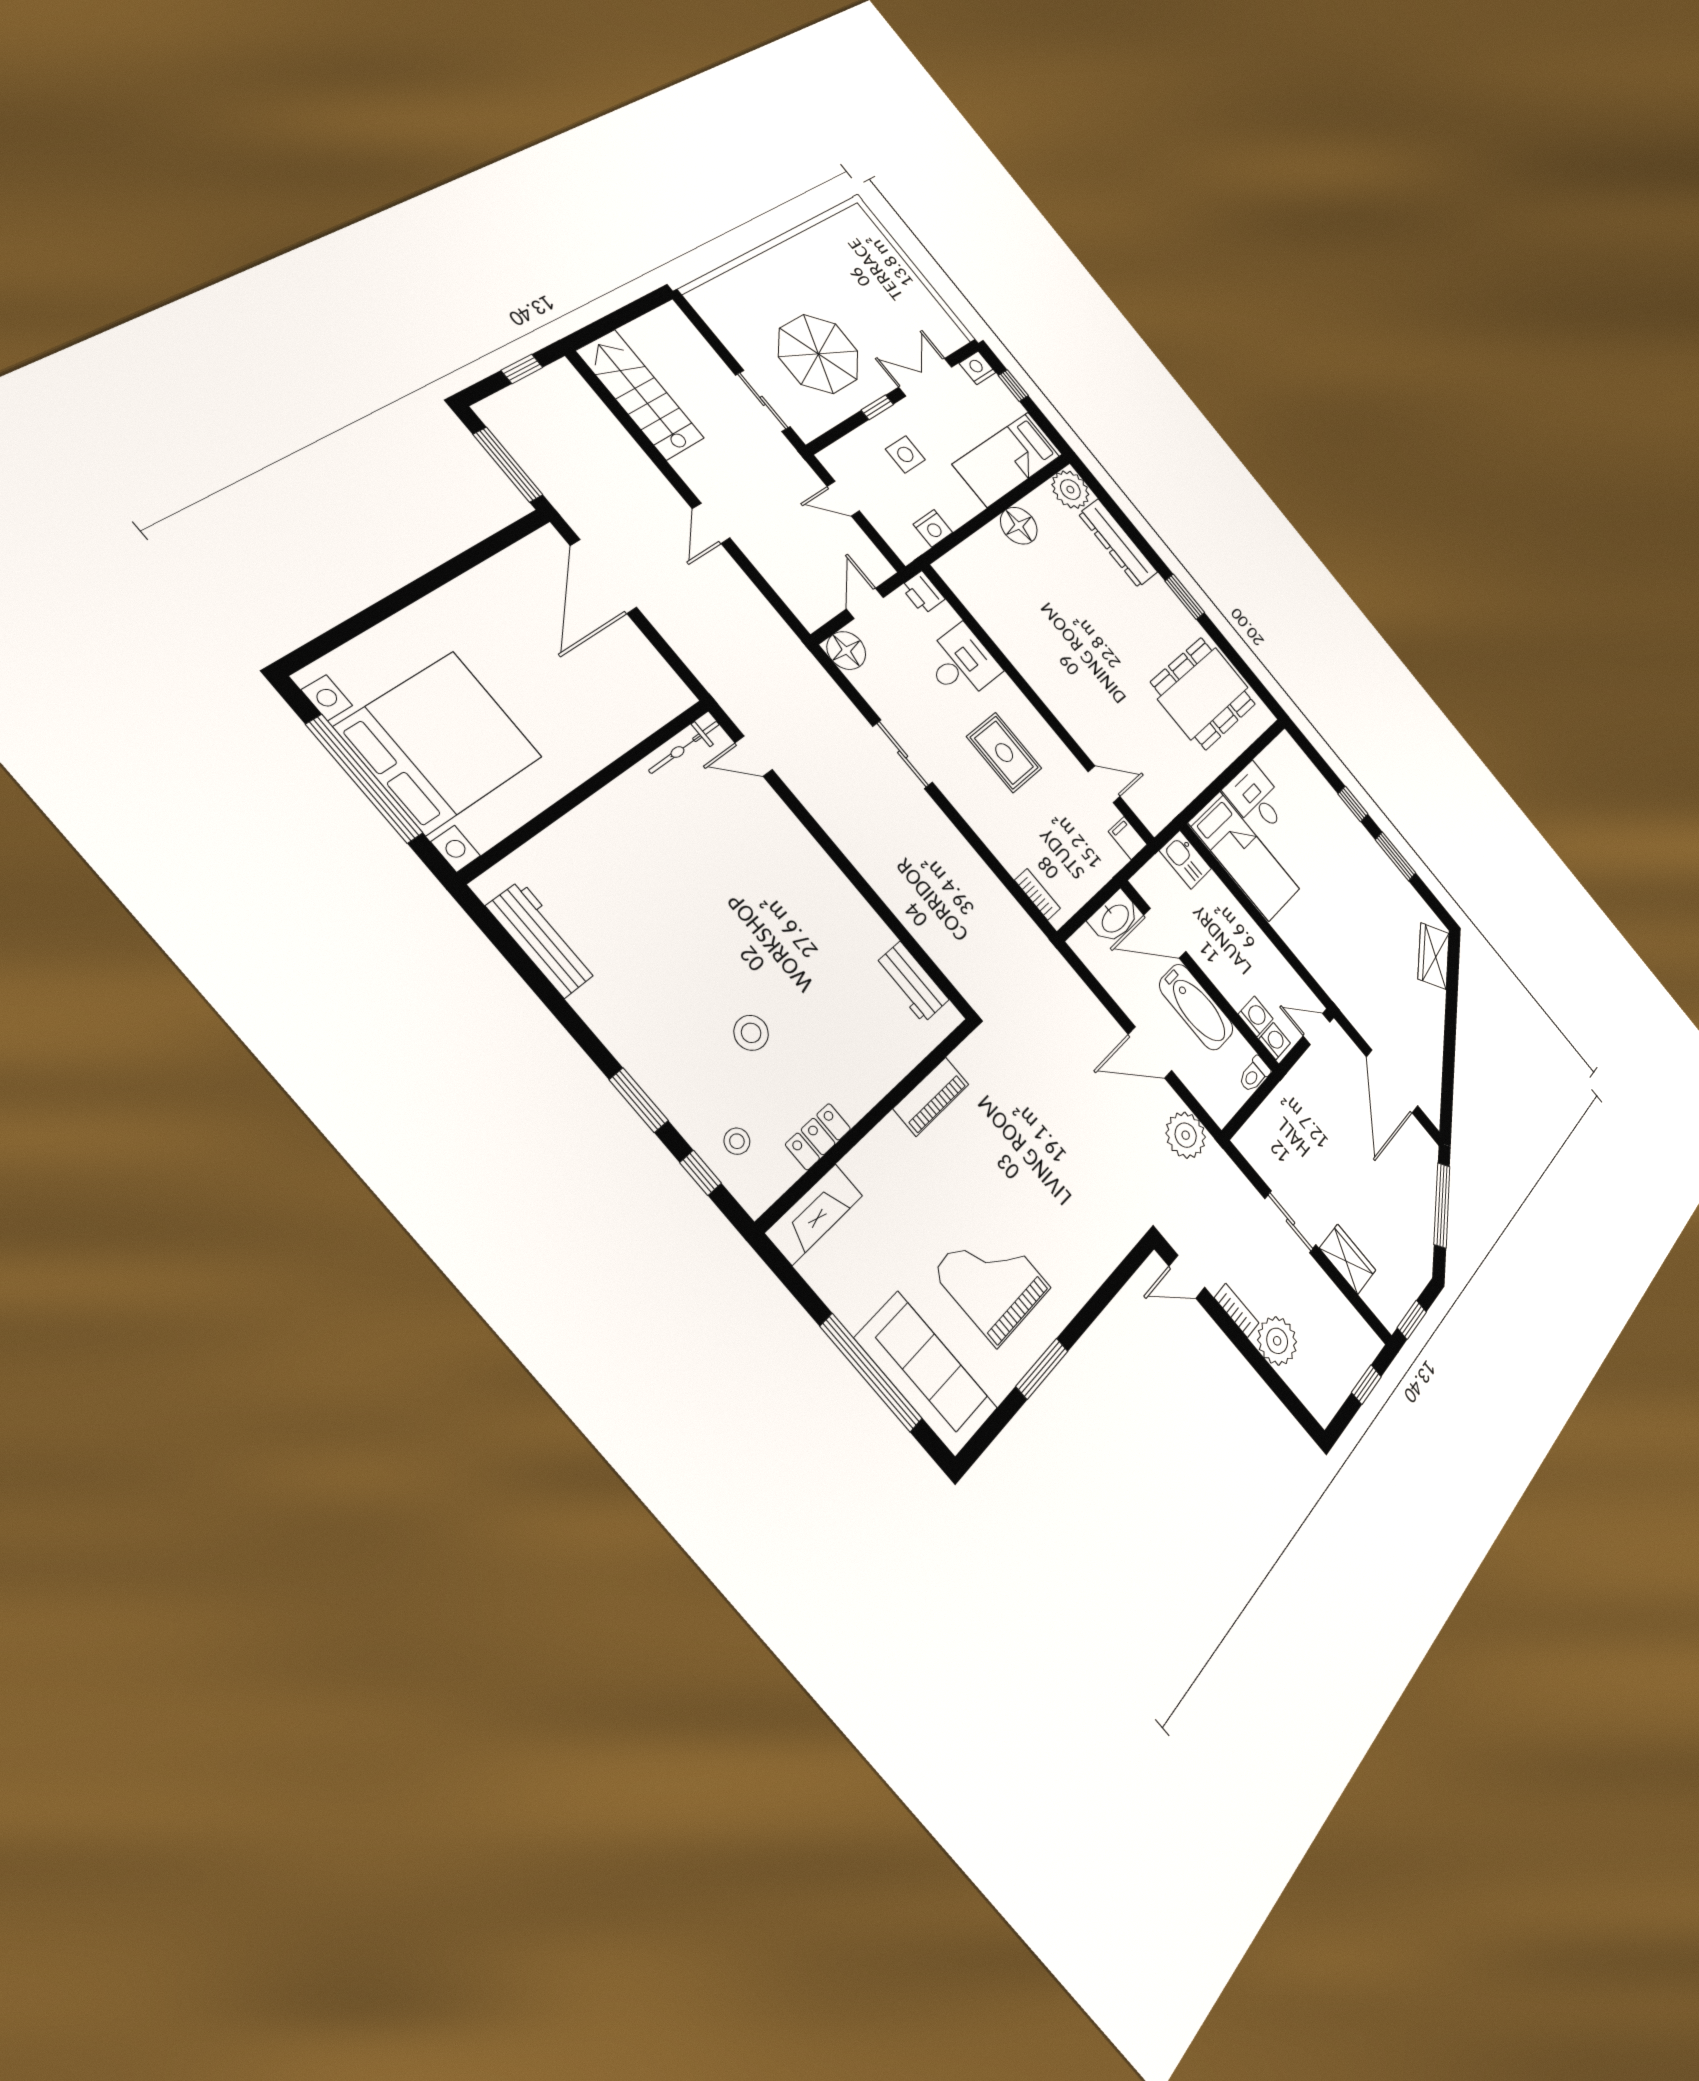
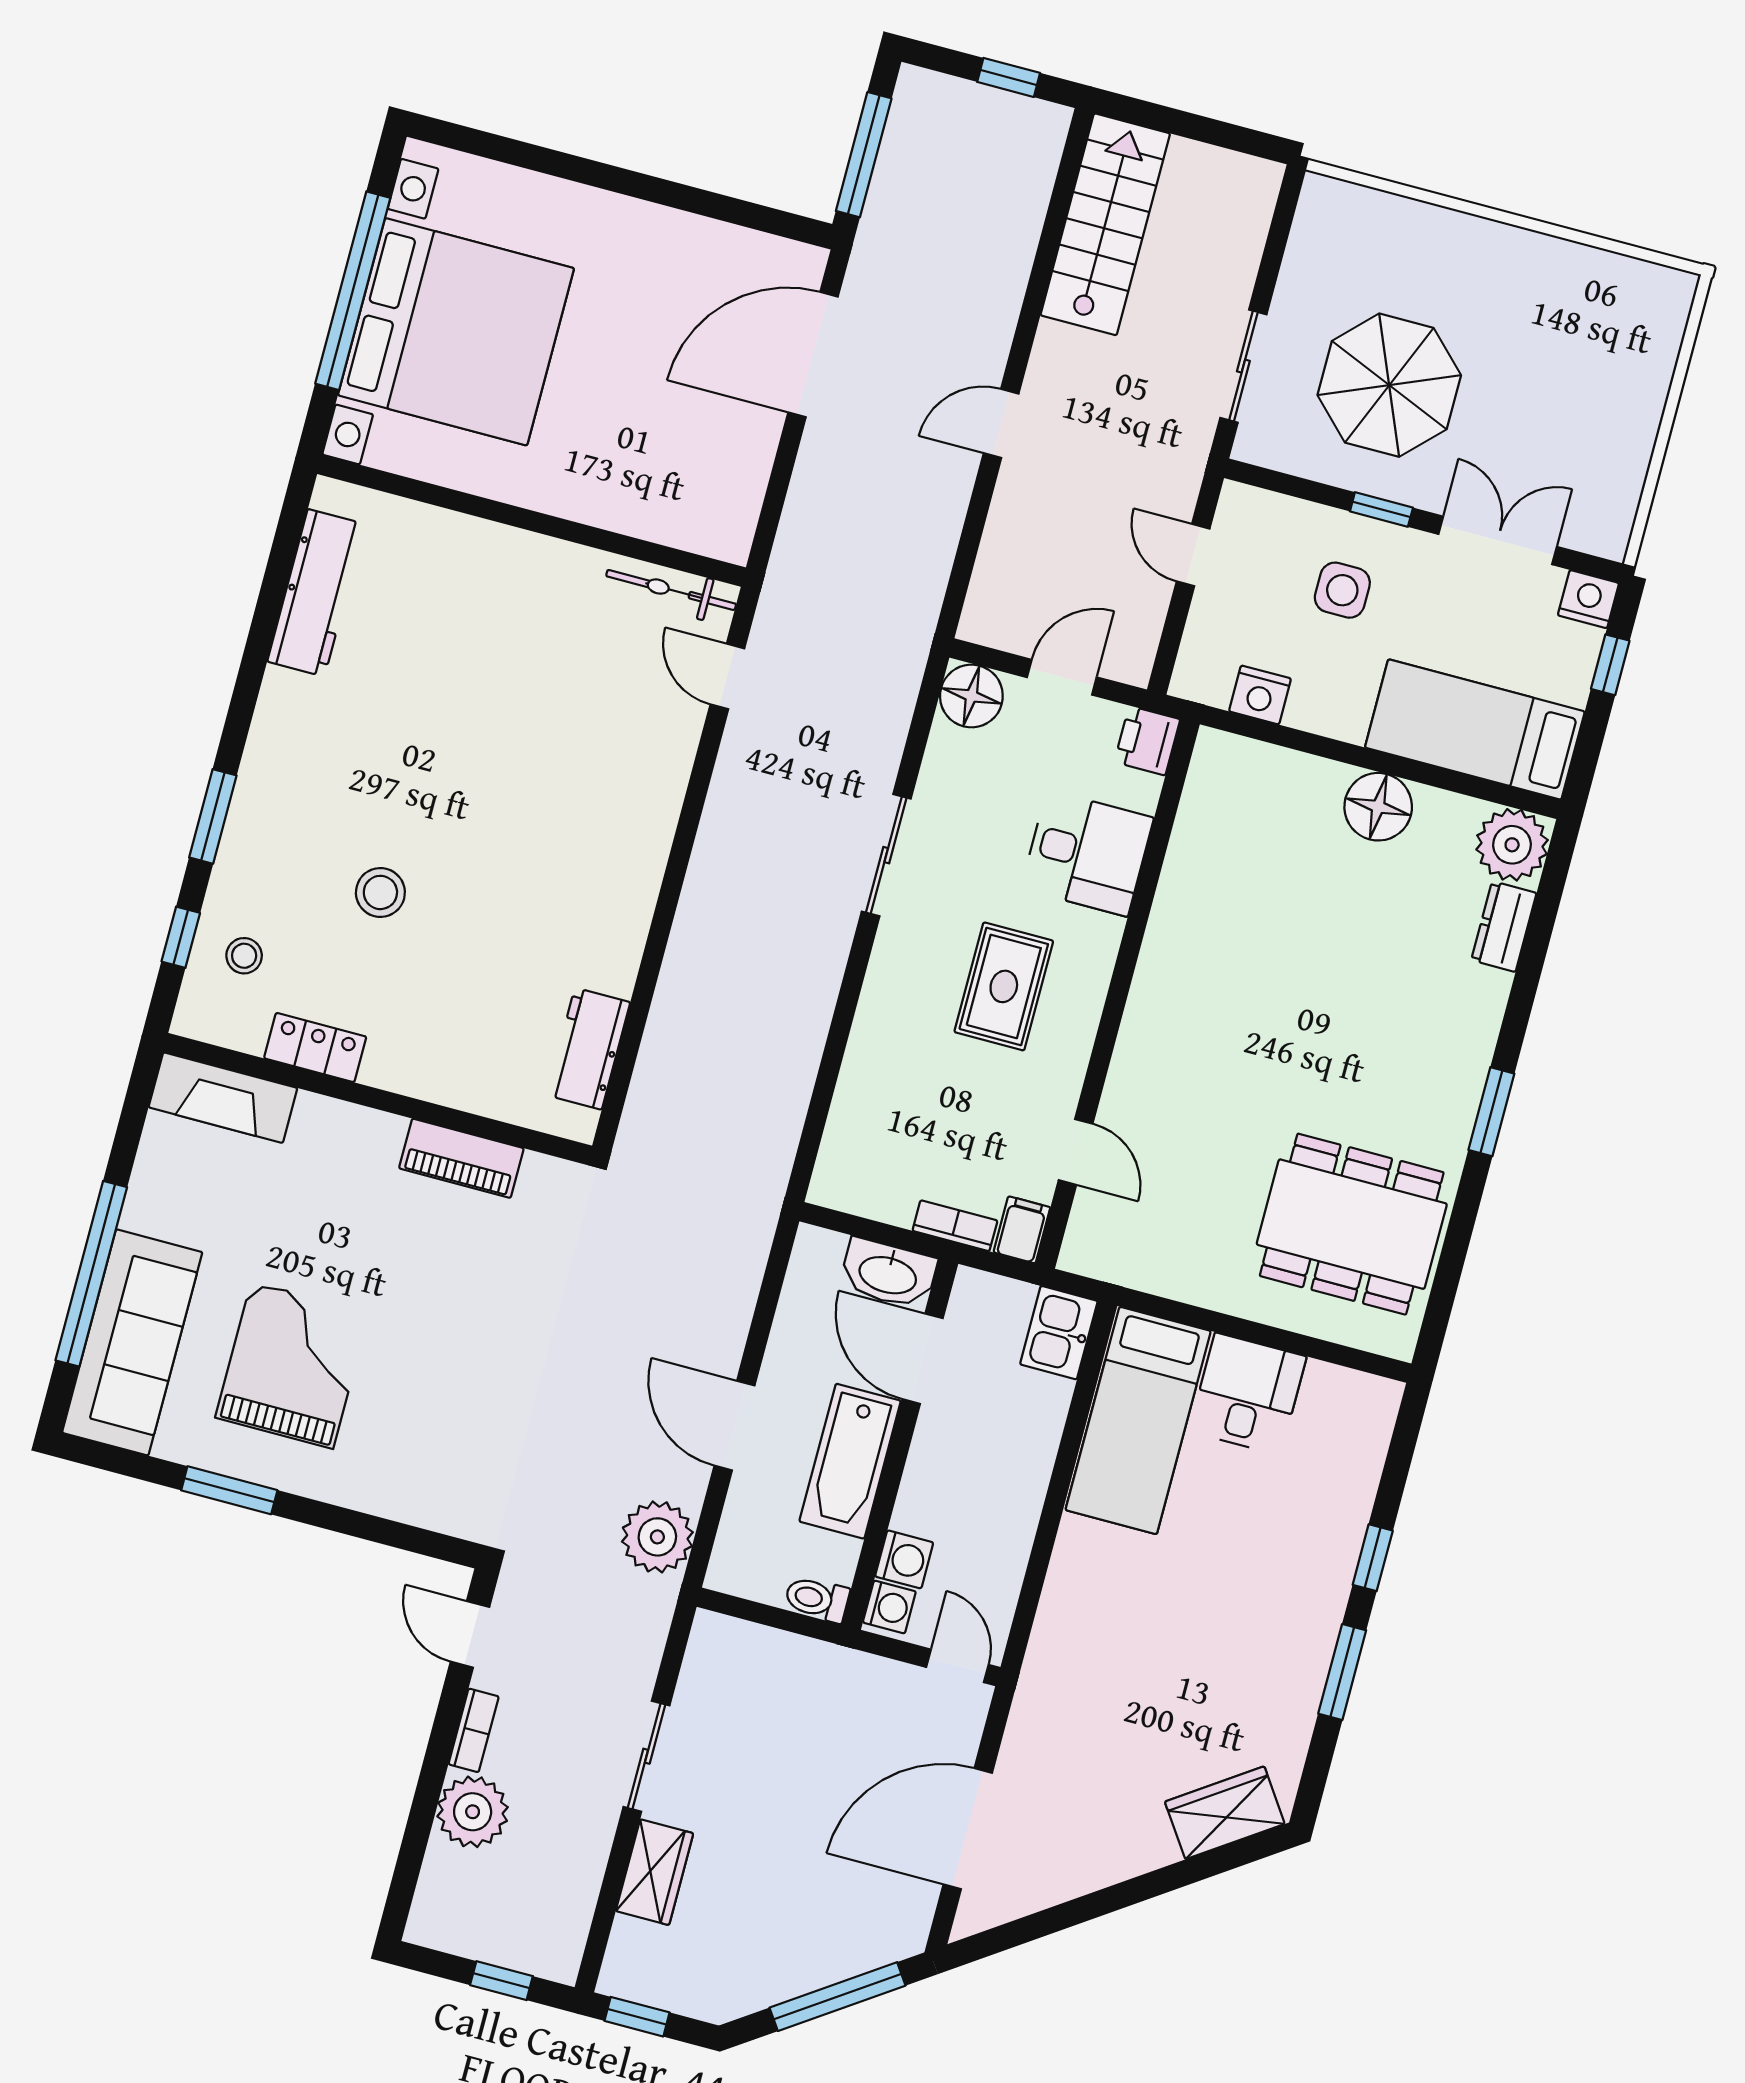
dresser: (1118, 543) -> (1504, 927), width x0.51, depth x0.80
bookcase: (1037, 894) -> (955, 1226), moved, turned -90

